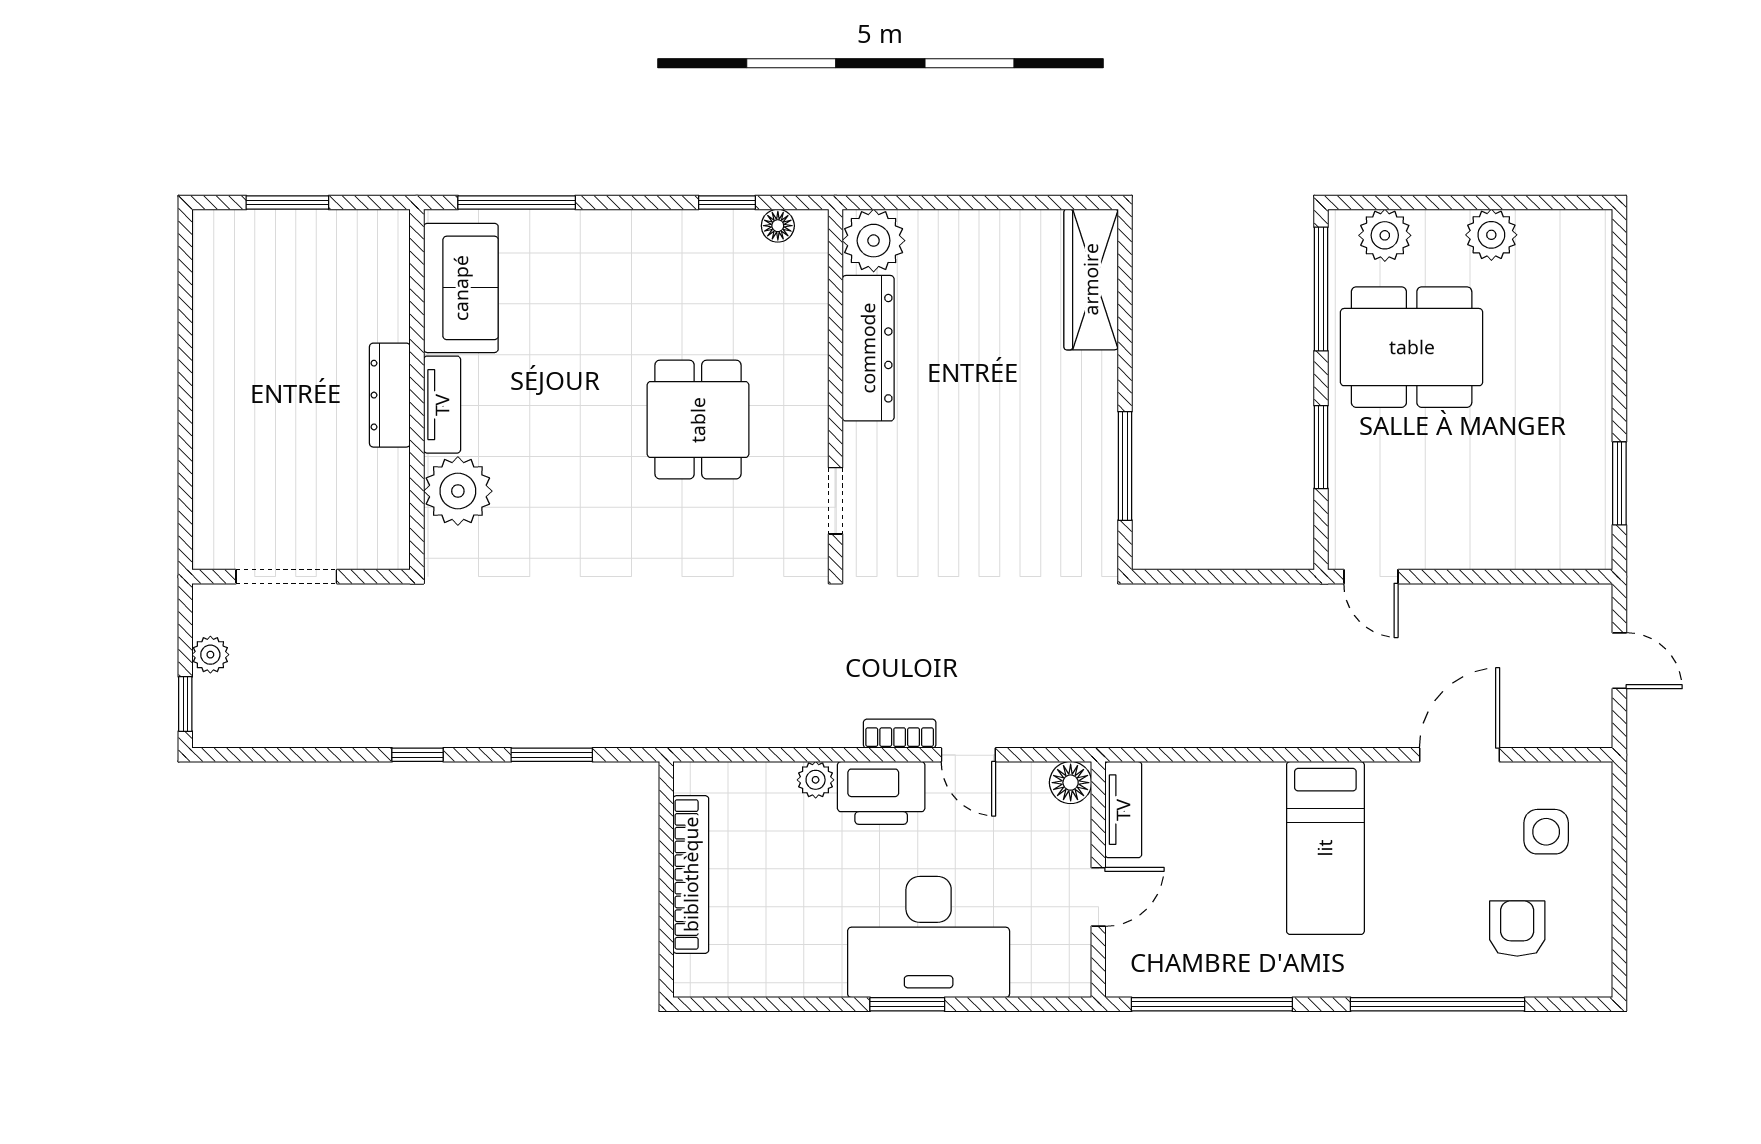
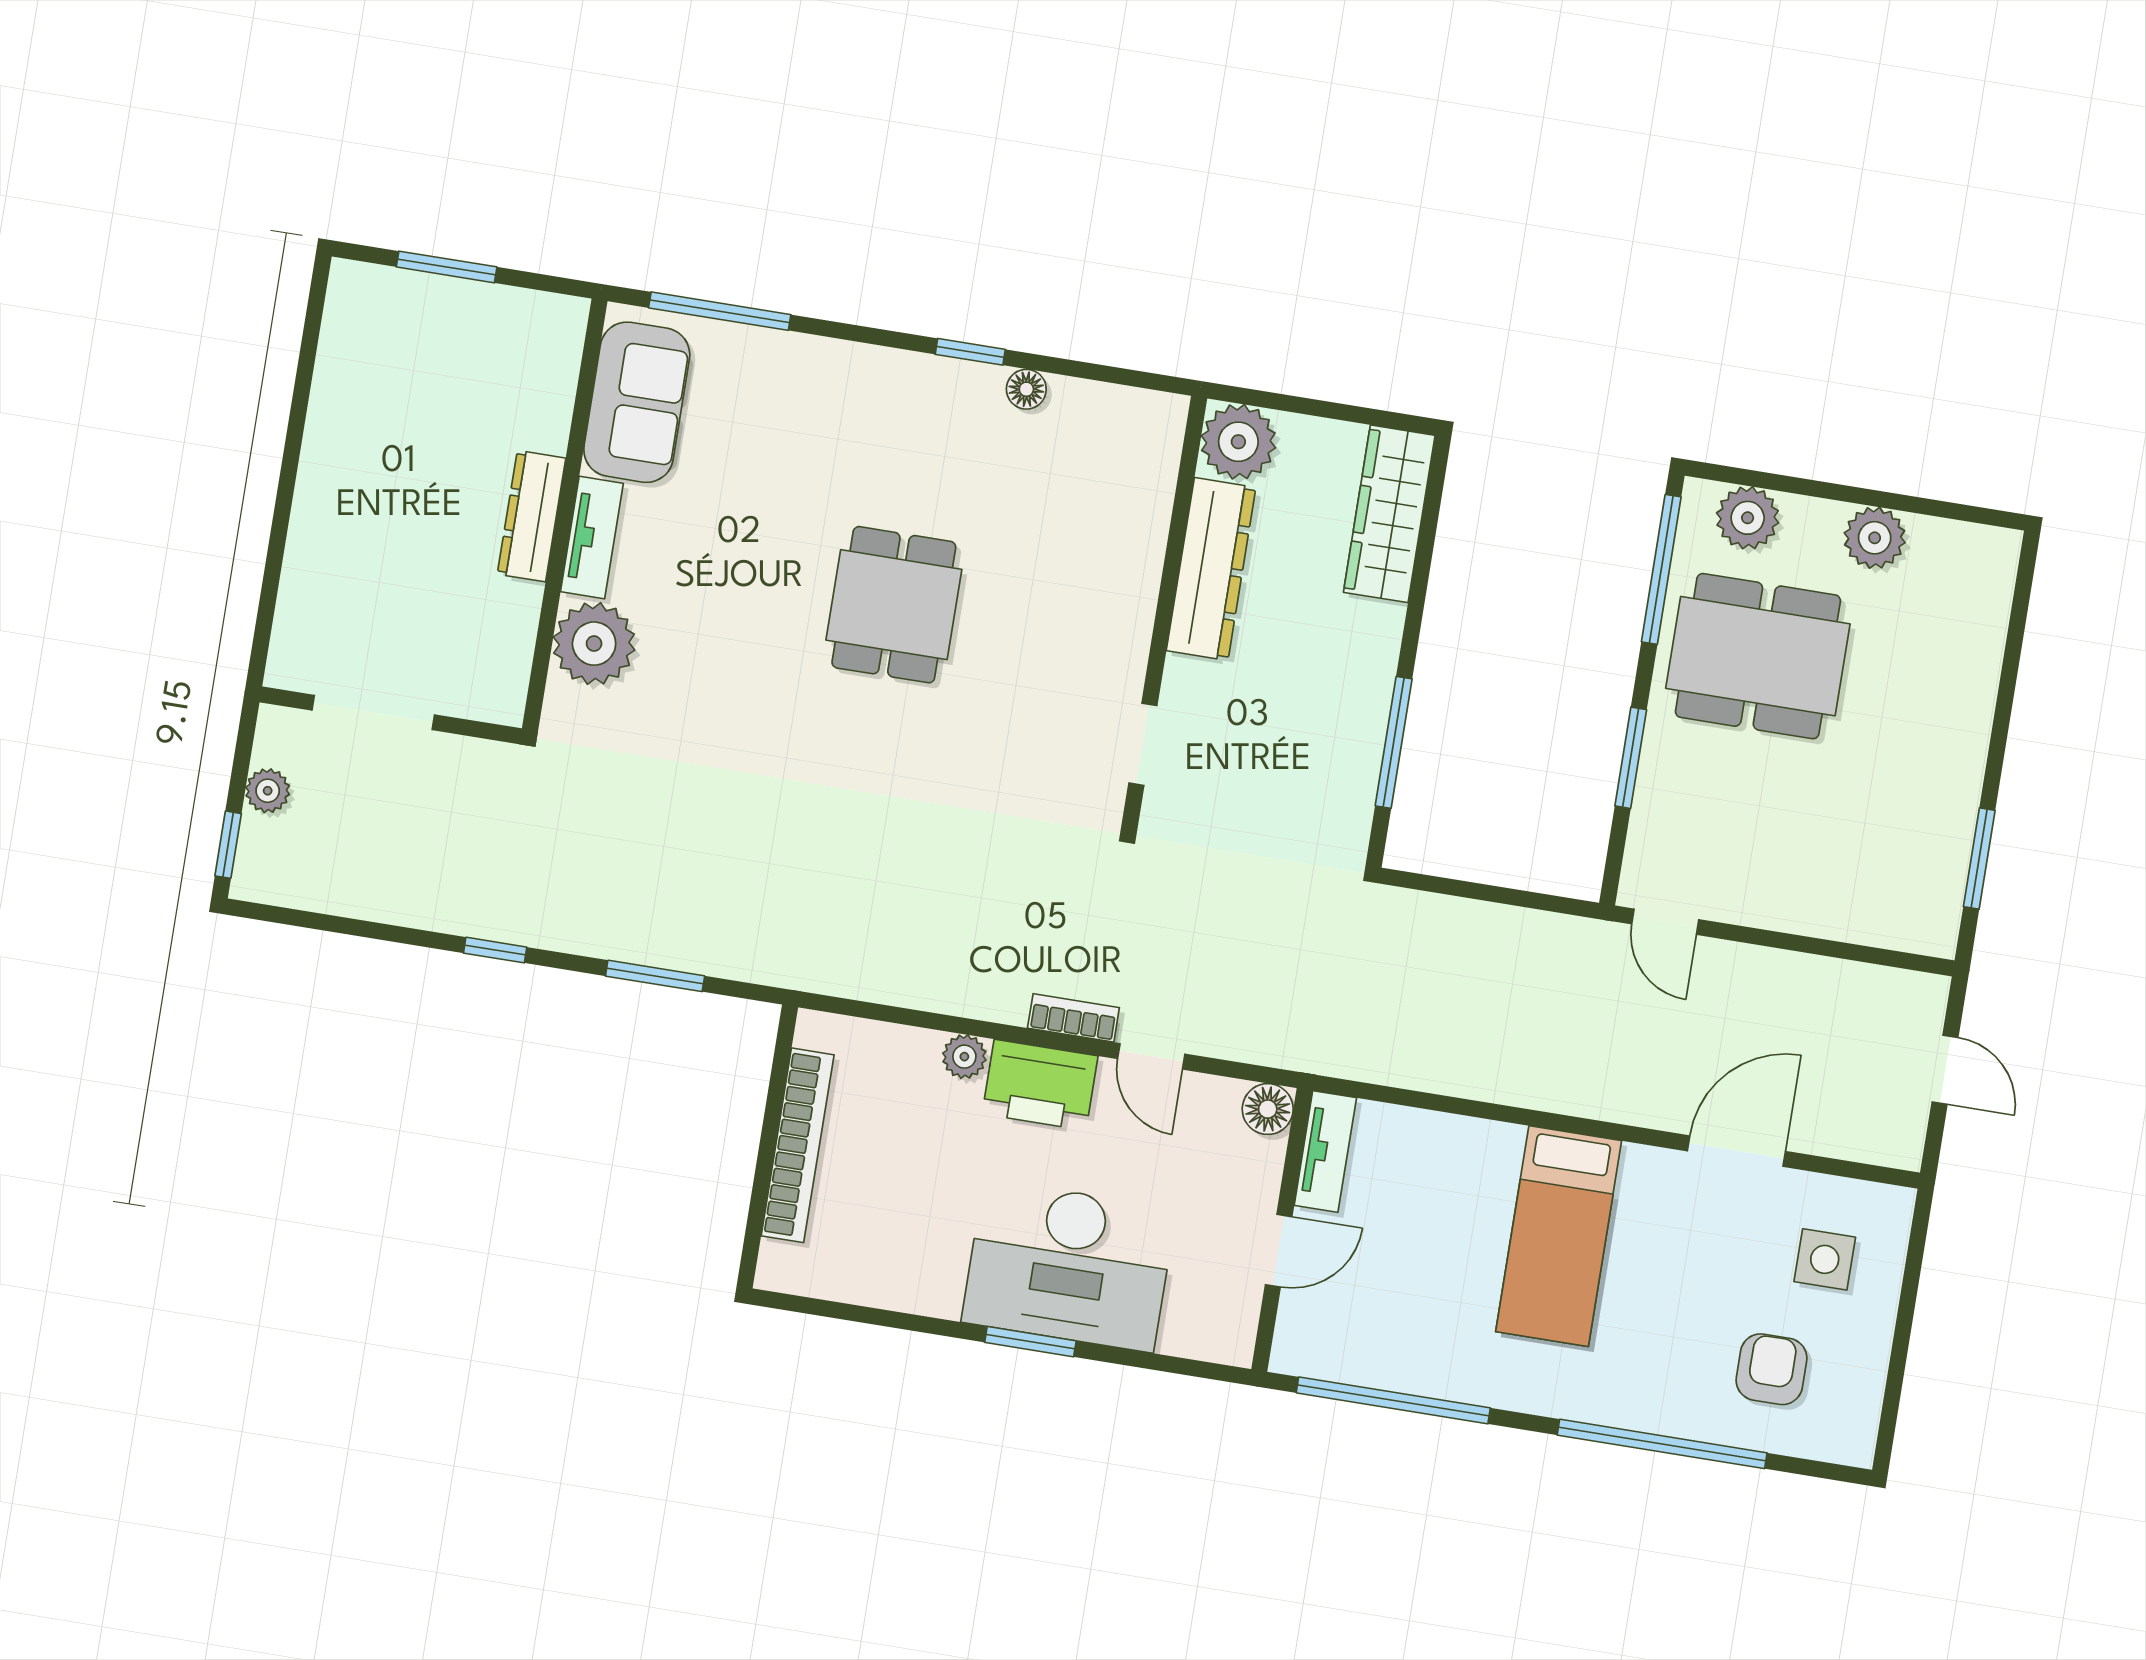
plant: (874, 241) -> (1238, 442), moved
dresser: (868, 348) -> (1211, 569), moved
wall: (836, 390) -> (1164, 612), moved
doorway: (836, 501) -> (1143, 744), moved

